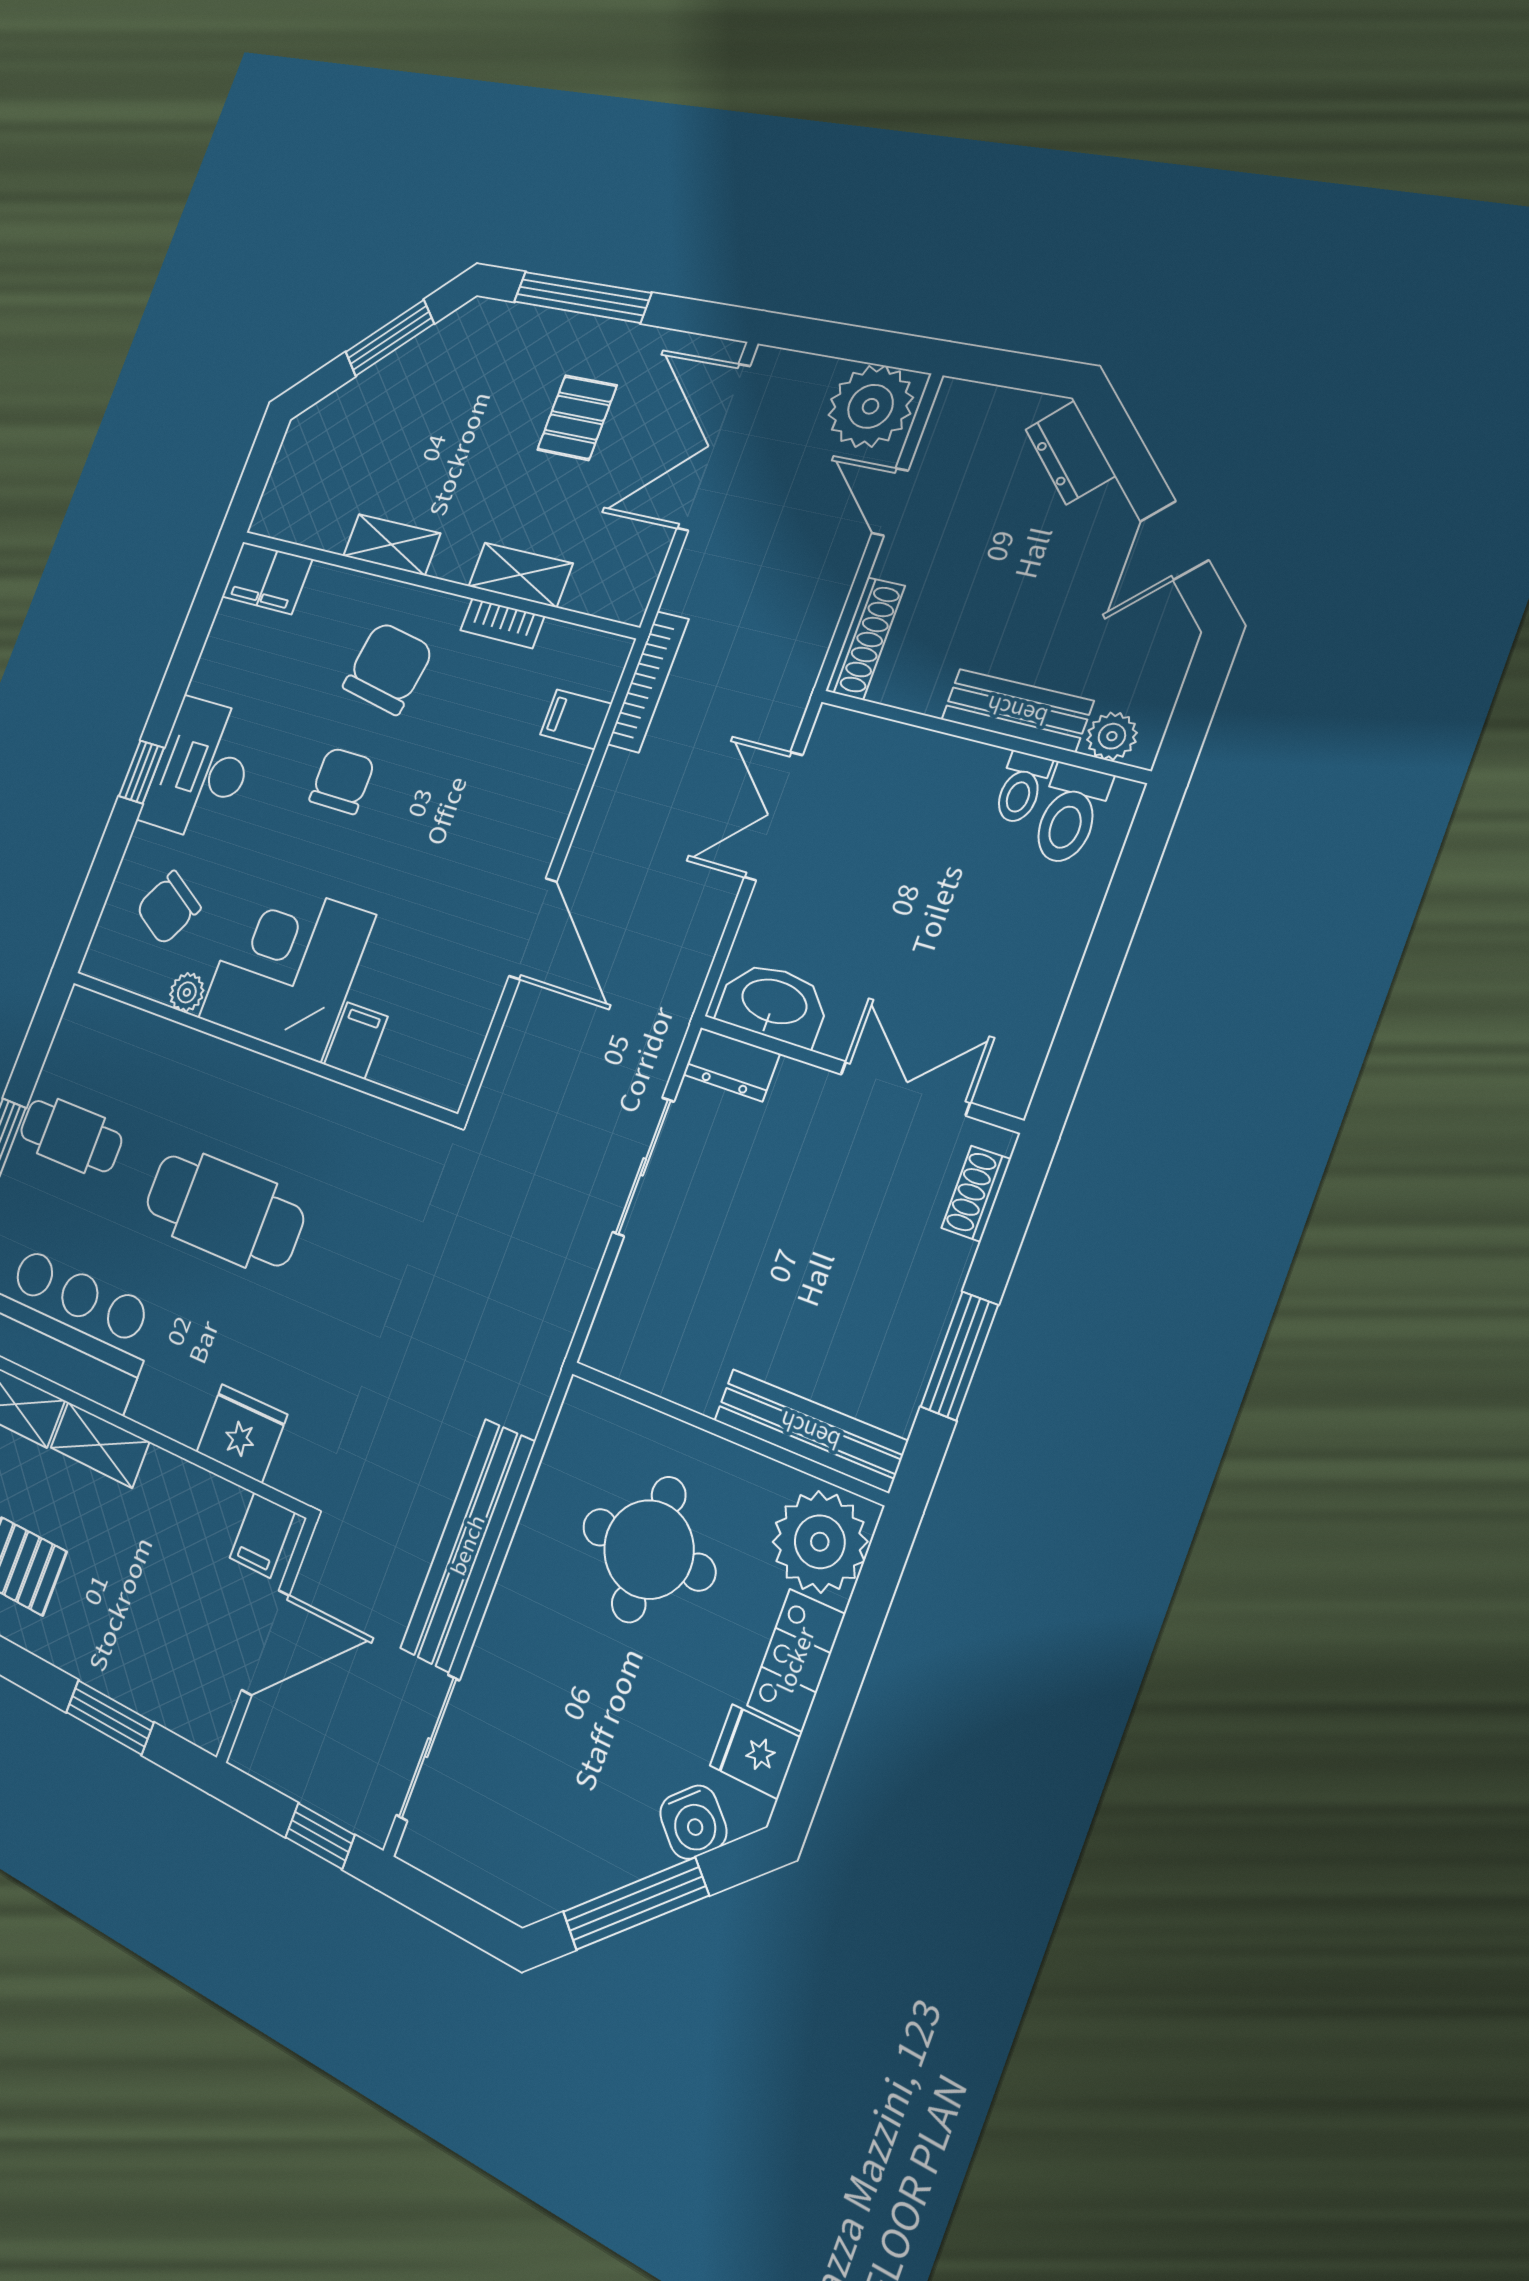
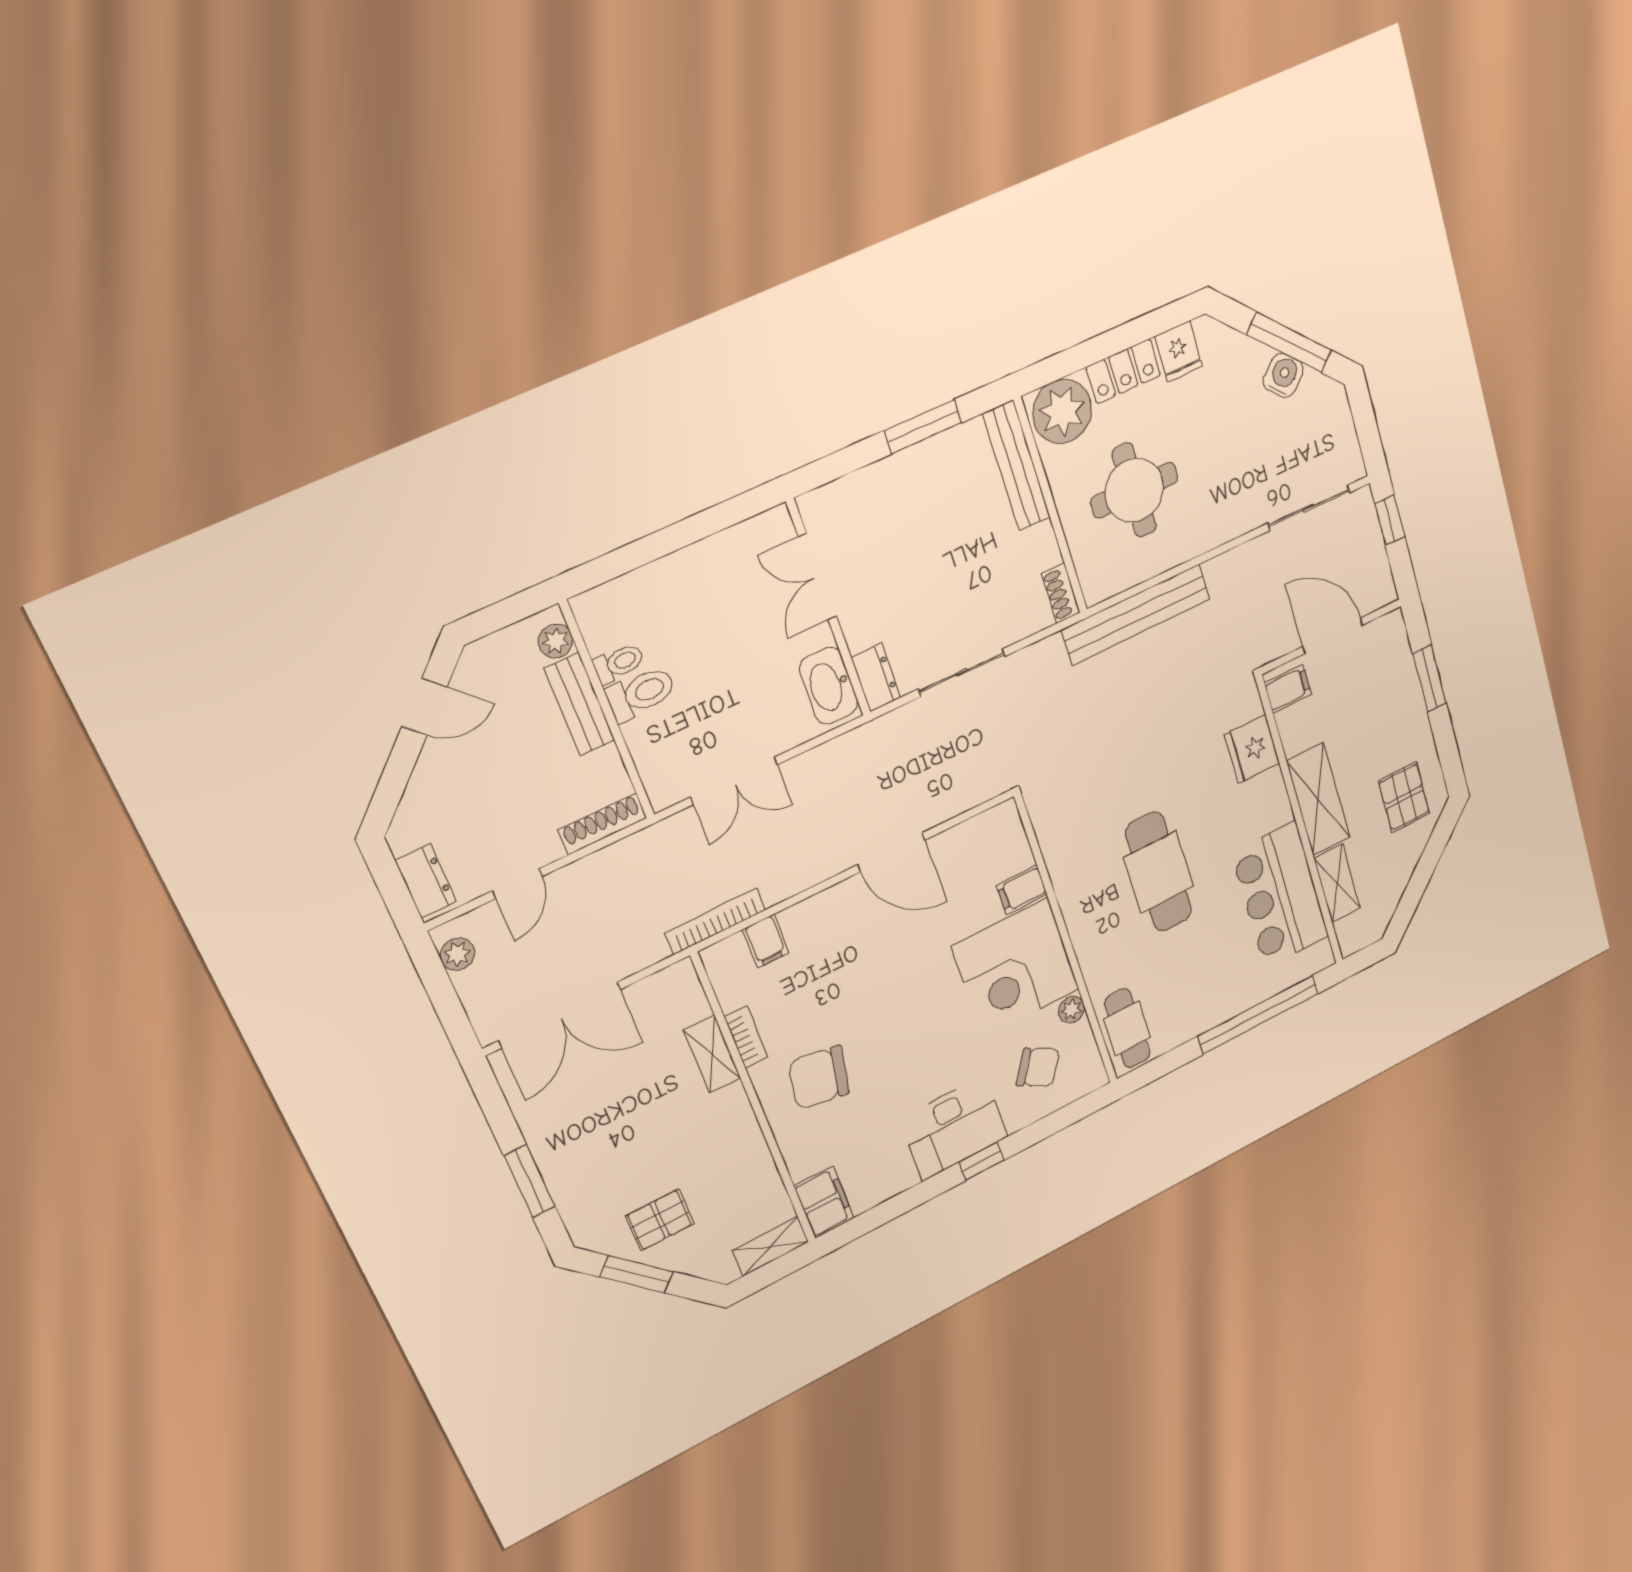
window: (582, 297) -> (530, 1181), width x0.69
plant: (871, 406) -> (457, 954), width x0.53, depth x0.53
pallet: (577, 418) -> (660, 1220), moved
dresser: (1070, 452) -> (426, 881), moved, turned -45
shelving: (392, 545) -> (770, 1246), moved, turned 90
chair: (342, 781) -> (898, 1040), removed
toilet: (1070, 814) -> (641, 693), moved
door: (533, 929) -> (891, 852), swing flipped
cafe table: (71, 1136) -> (1127, 1028), moved
shoe rack: (976, 1194) -> (1061, 593), moved, turned 90
shelving: (100, 1445) -> (1318, 799), width x1.50, depth x1.33
bench: (468, 1545) -> (1136, 615), moved
water cooler: (693, 1822) -> (1283, 375), moved

